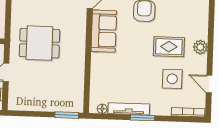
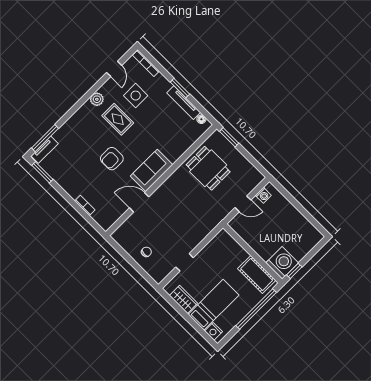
dining table: (39, 43) -> (208, 168), moved

